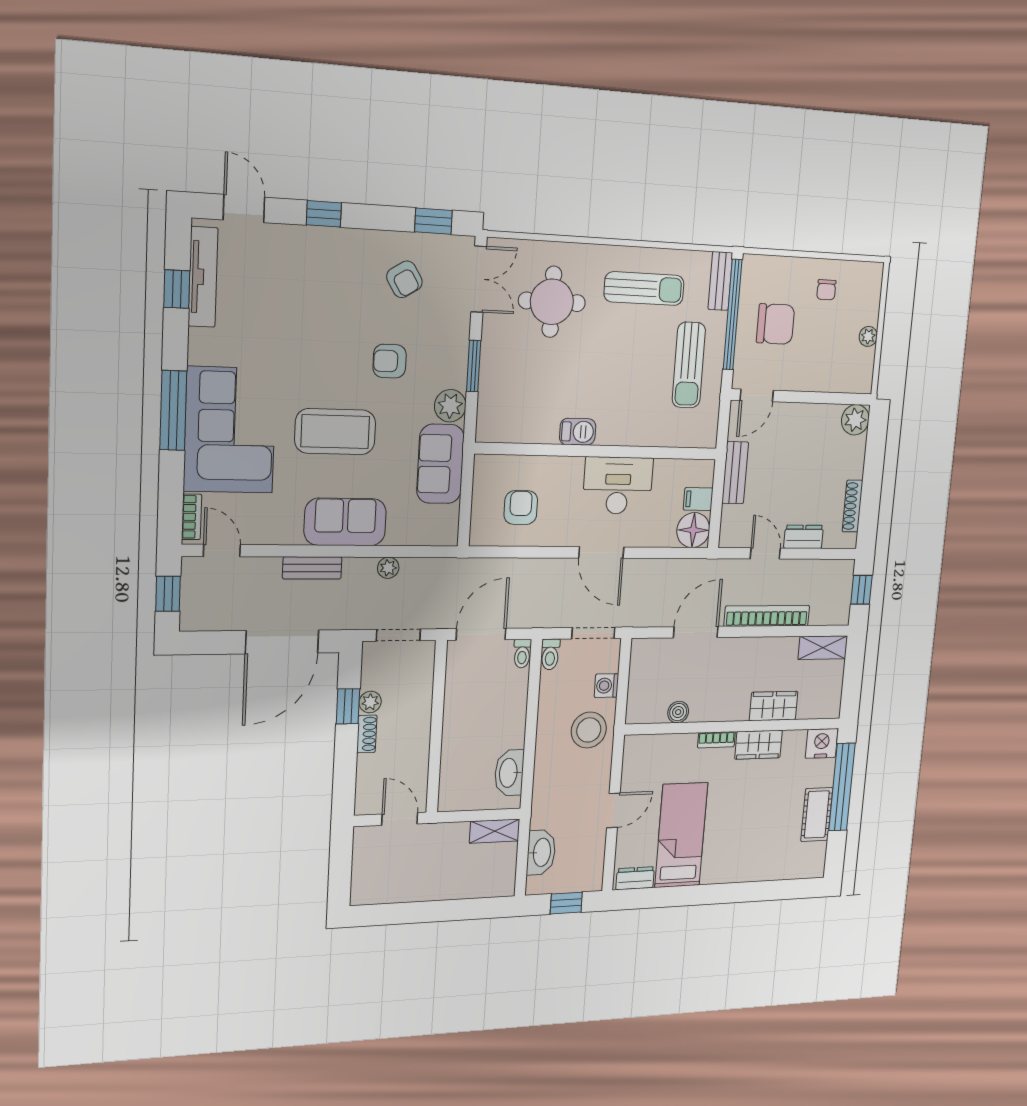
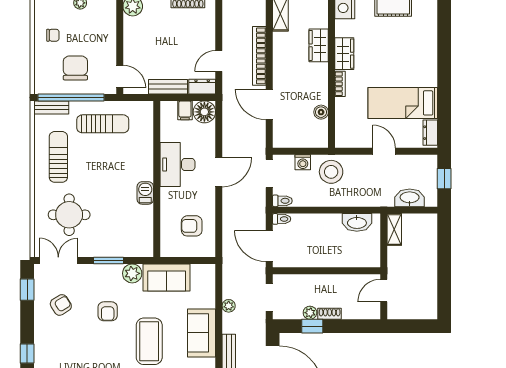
dresser: (804, 537) -> (202, 87), moved, turned 90

